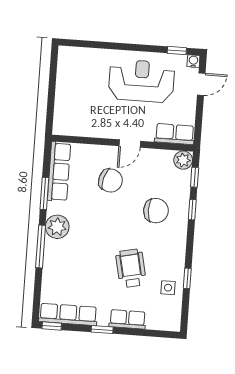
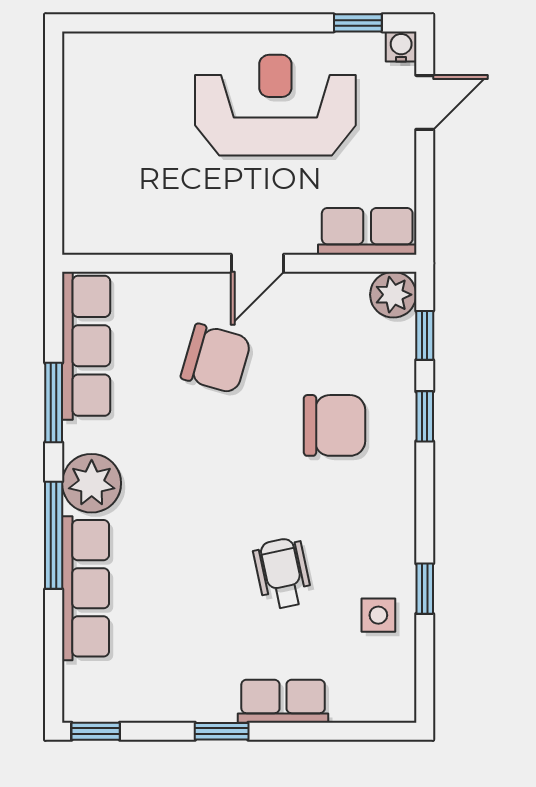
wheelchair: (131, 268) -> (282, 573), width x0.73, depth x0.73
row of seats: (68, 314) -> (85, 588), moved, turned 90

